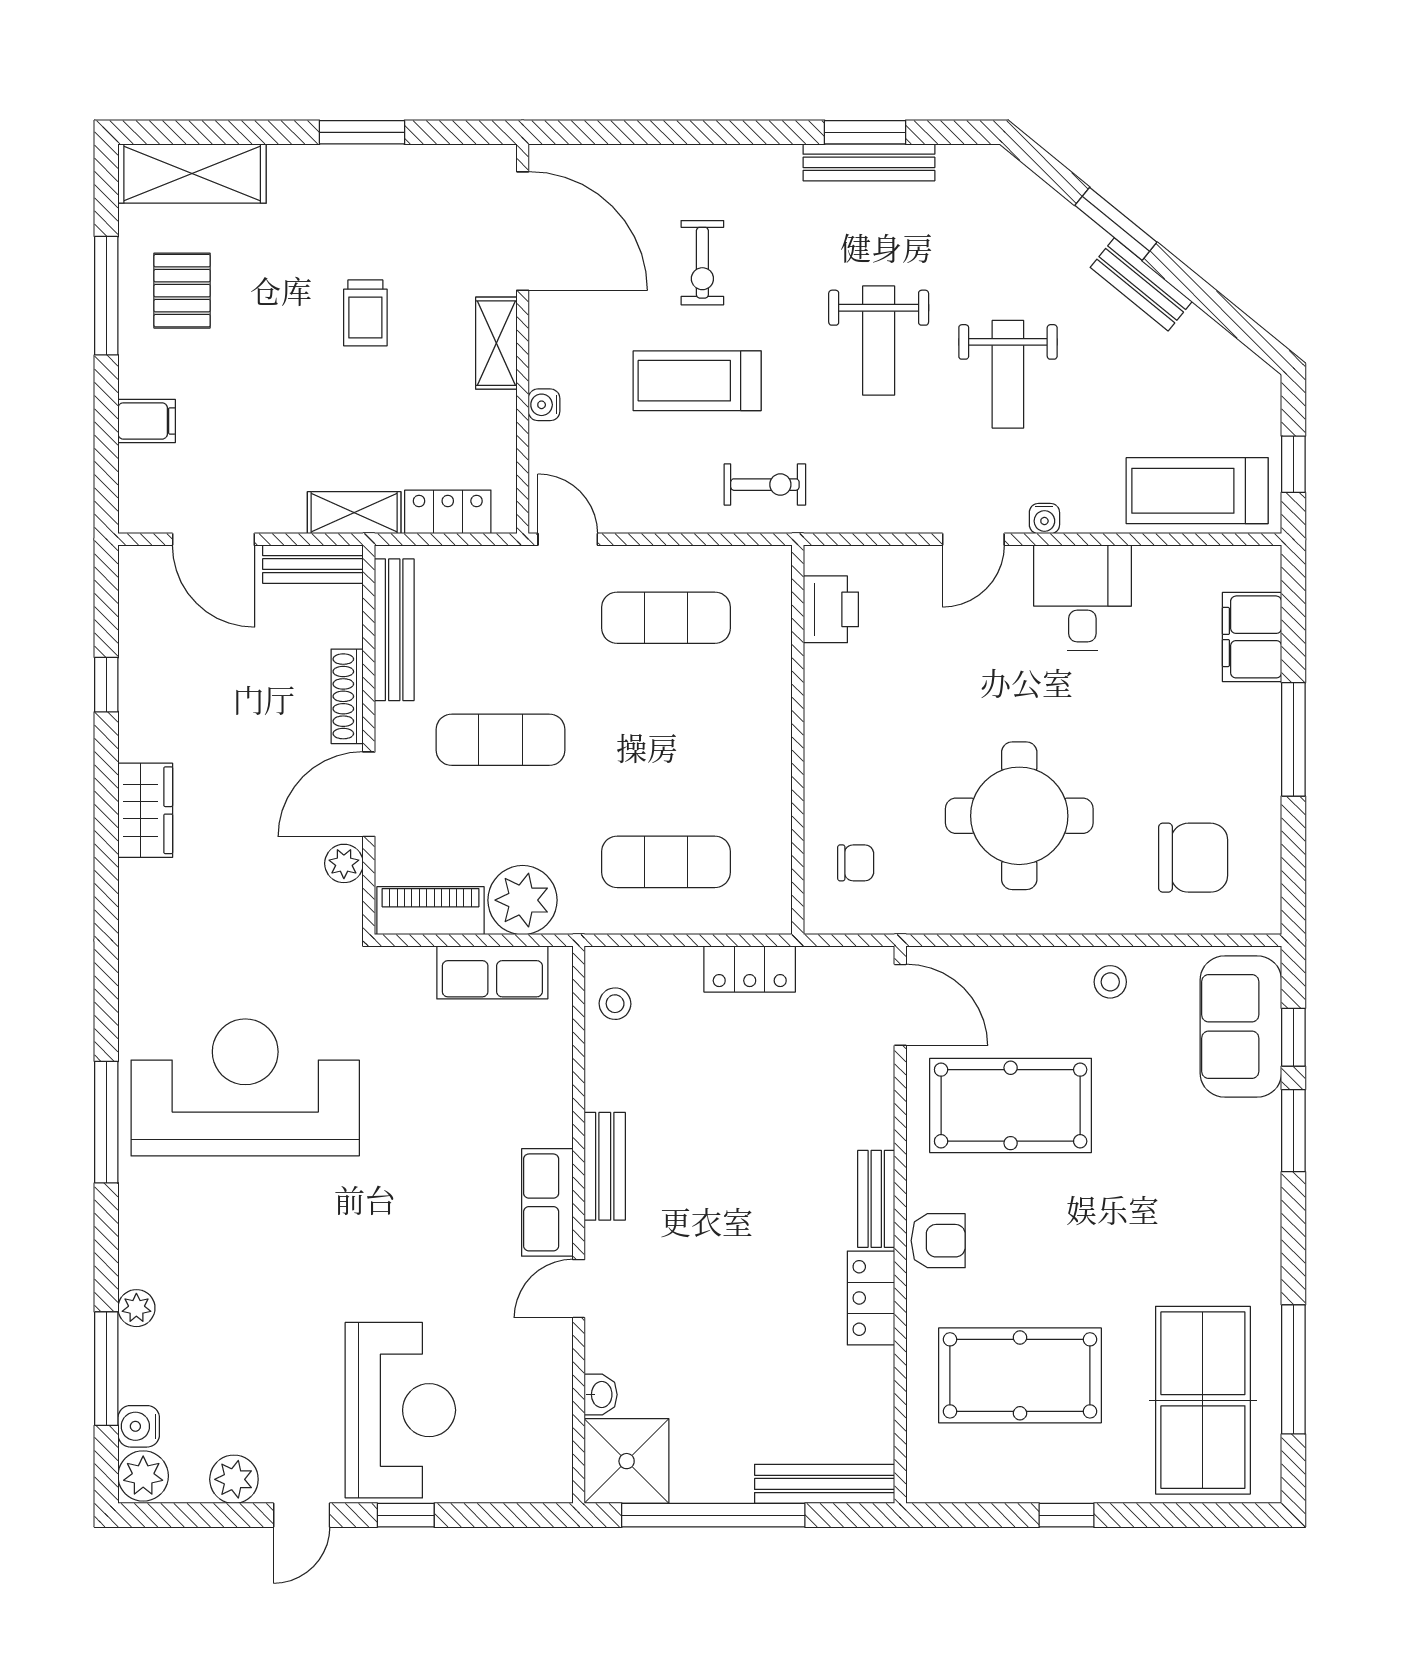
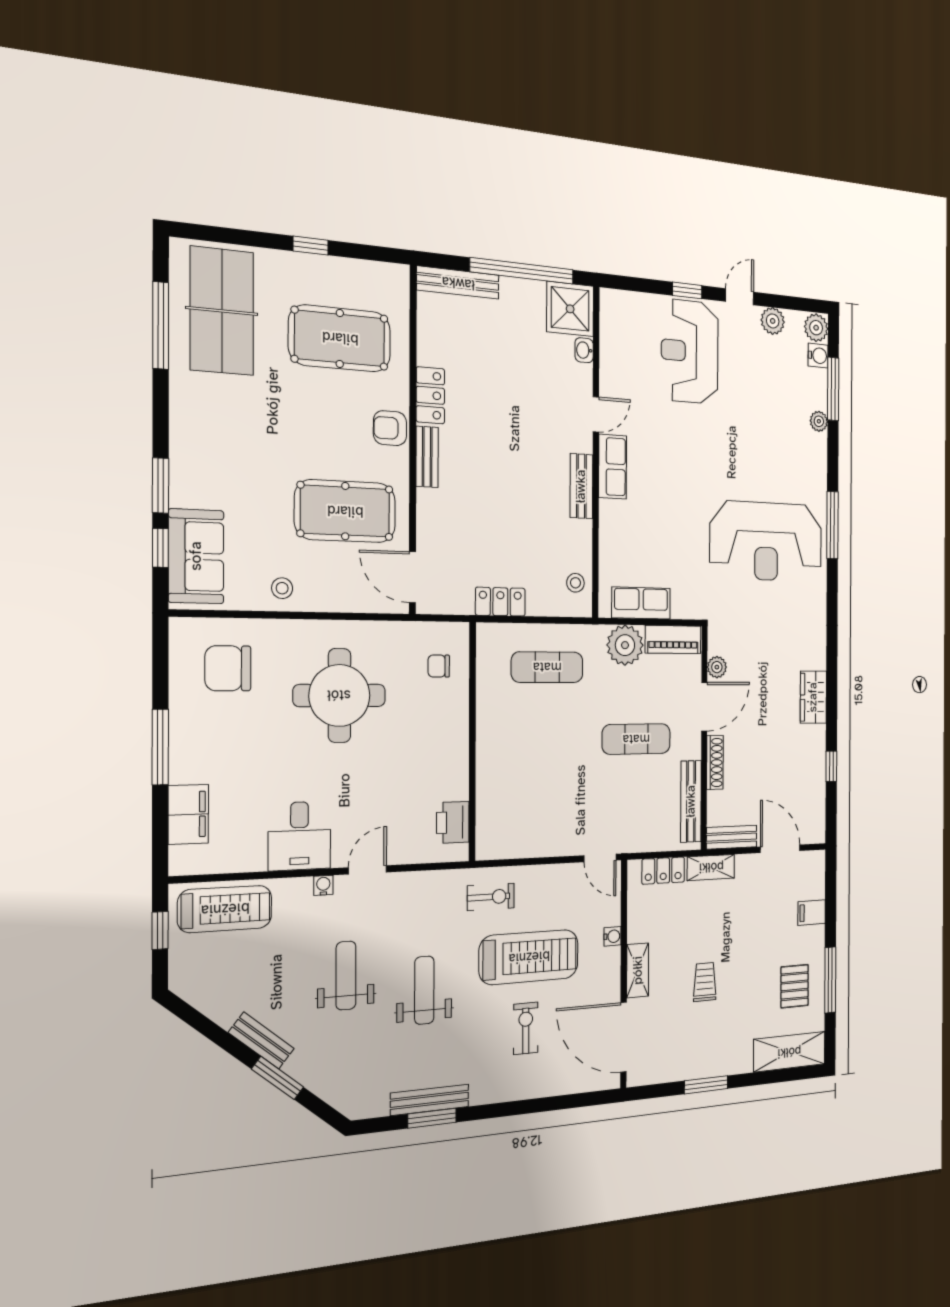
treadmill: (697, 381) -> (529, 957), width x1.37, depth x1.38
exercise bike: (765, 485) -> (491, 897), turned 180
exercise mat: (666, 618) -> (547, 814), removed

